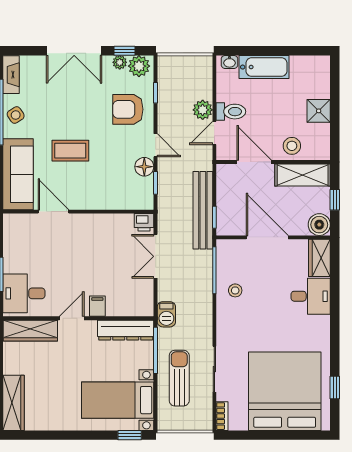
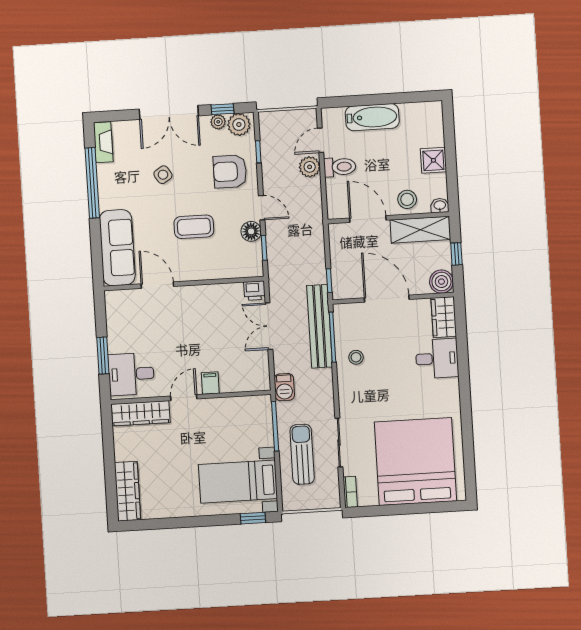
washbasin: (229, 62) -> (440, 206), moved, turned 180
side table: (16, 115) -> (163, 175), moved
door: (214, 133) -> (320, 140), moved
coffee table: (70, 151) -> (194, 227), moved
bench: (203, 210) -> (320, 326), moved
dresser: (126, 330) -> (242, 407), removed
window: (335, 387) -> (469, 454), removed

